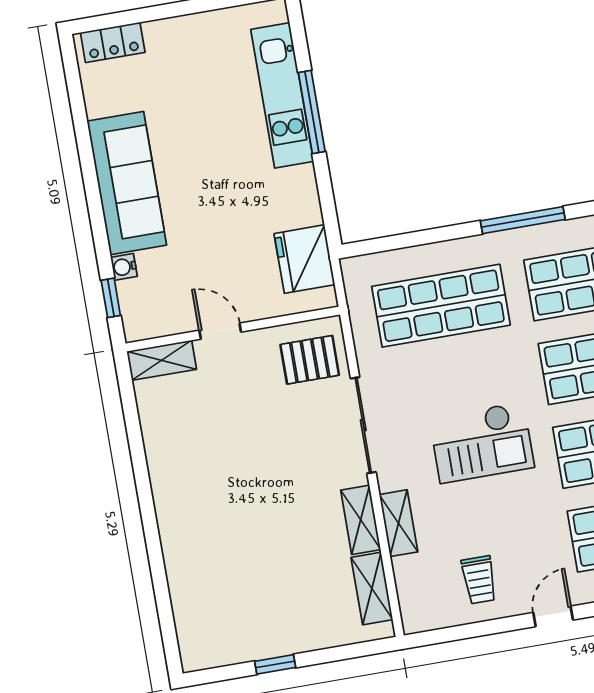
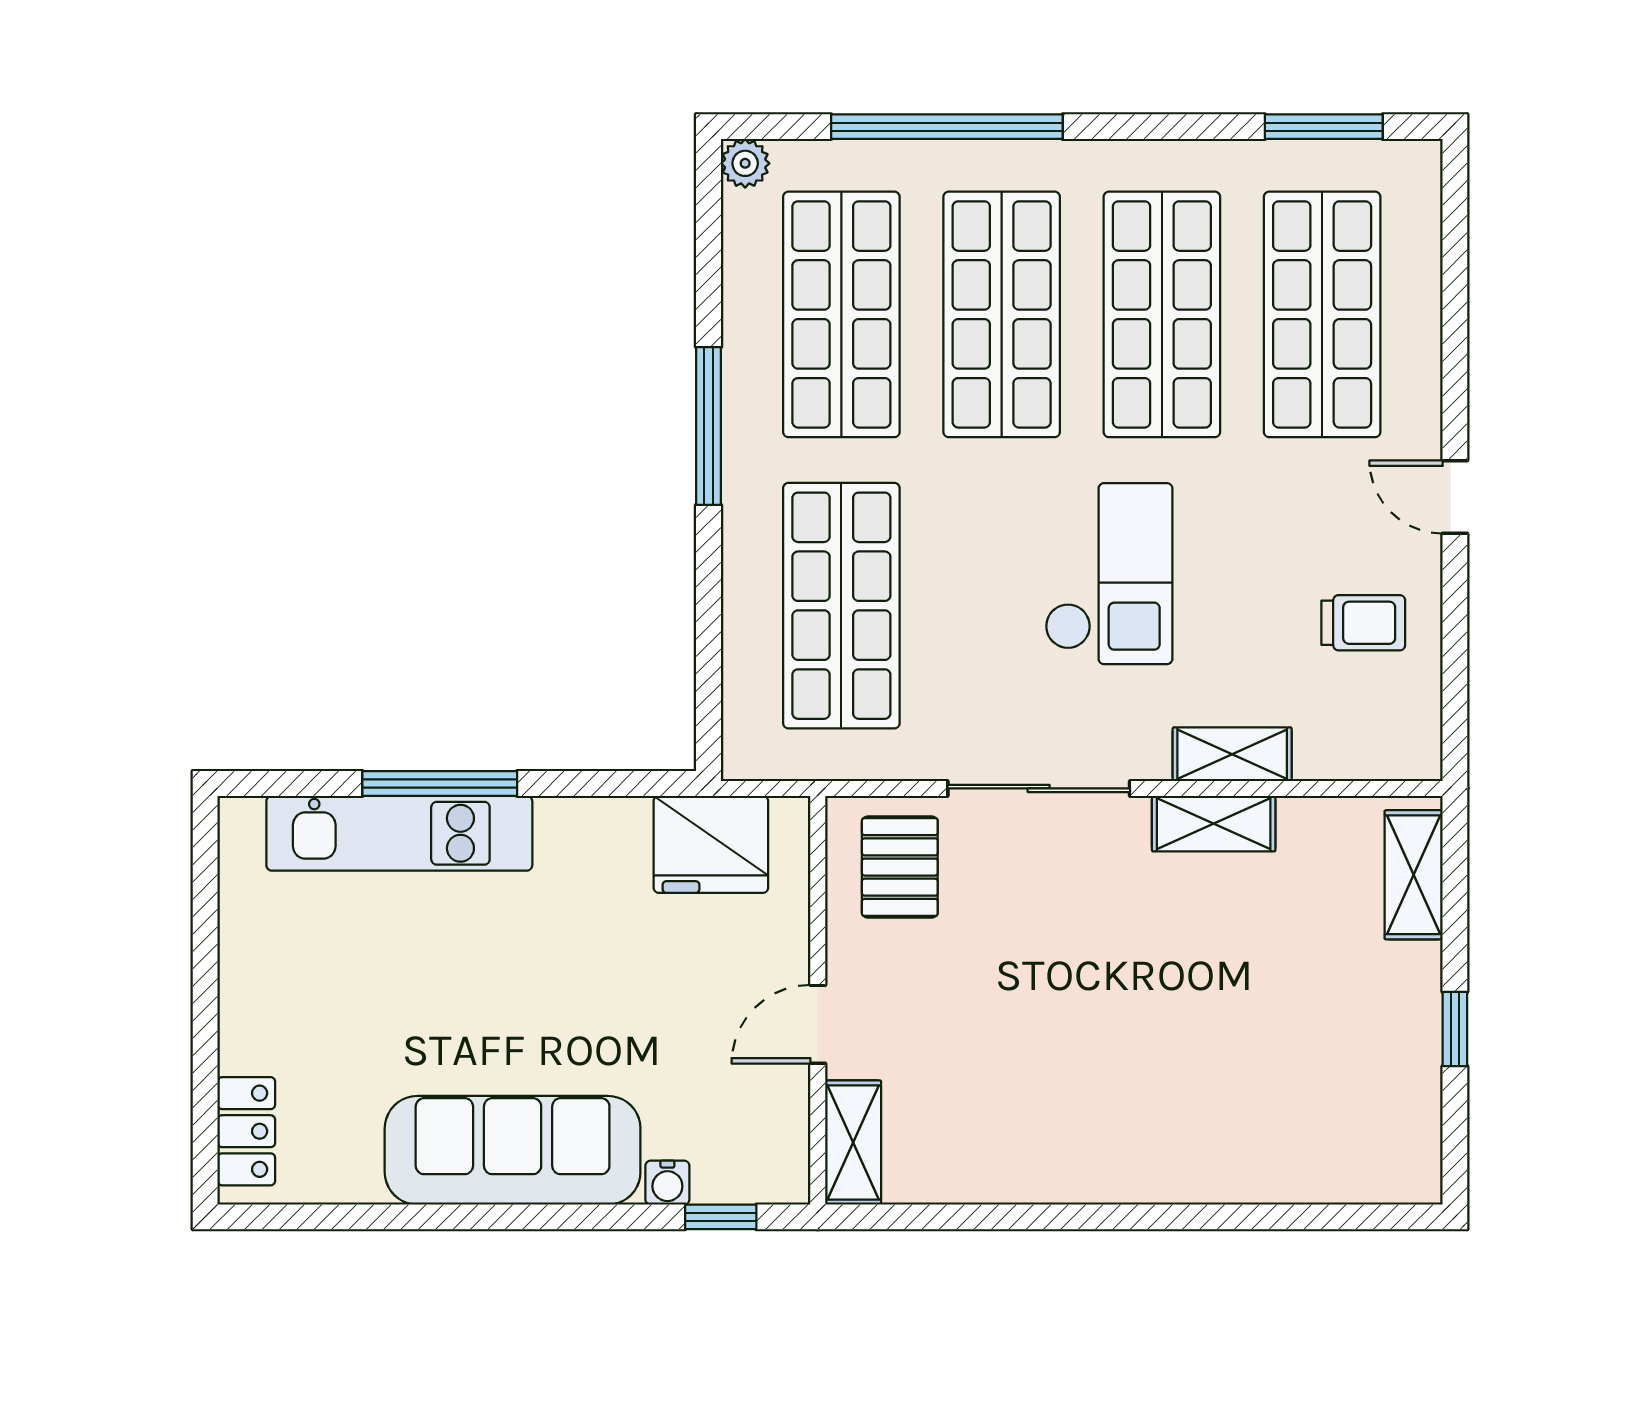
shelving: (372, 588) -> (1414, 875), moved, turned 90

